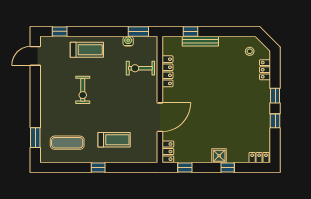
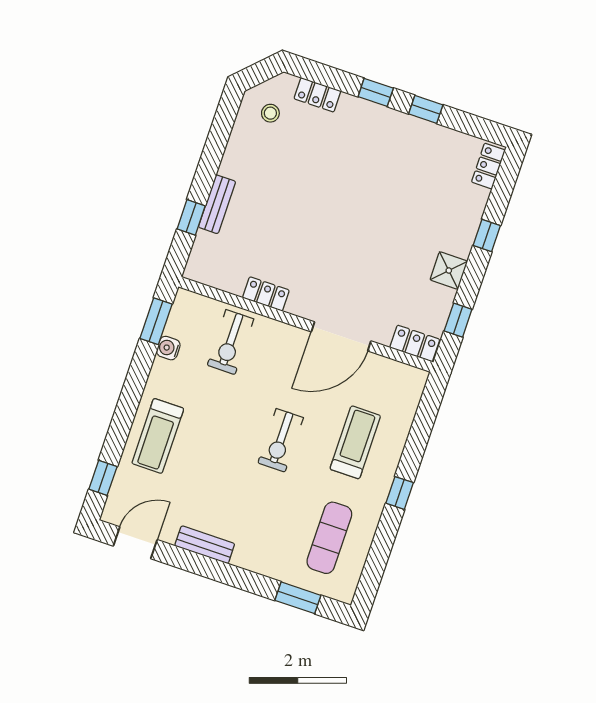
bench: (200, 41) -> (217, 204), width x0.73
treadmill: (87, 50) -> (158, 436), turned 180
door: (35, 56) -> (135, 543), swing flipped
locker: (167, 71) -> (266, 294), width x0.66
bench: (45, 88) -> (205, 545), added
exercise bike: (83, 90) -> (281, 440), moved, turned 90
door: (160, 117) -> (341, 336), swing flipped
shower: (219, 156) -> (449, 271), moved

